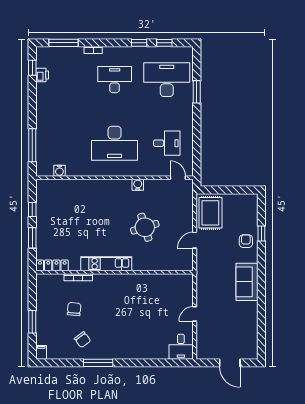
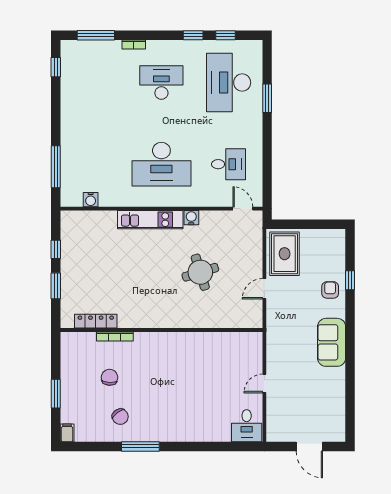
printer: (42, 75) -> (68, 77), removed
desk: (167, 80) -> (229, 83), turned -90
kitchen unit: (106, 264) -> (150, 220), moved, turned 180
locker: (52, 265) -> (96, 321), moved

